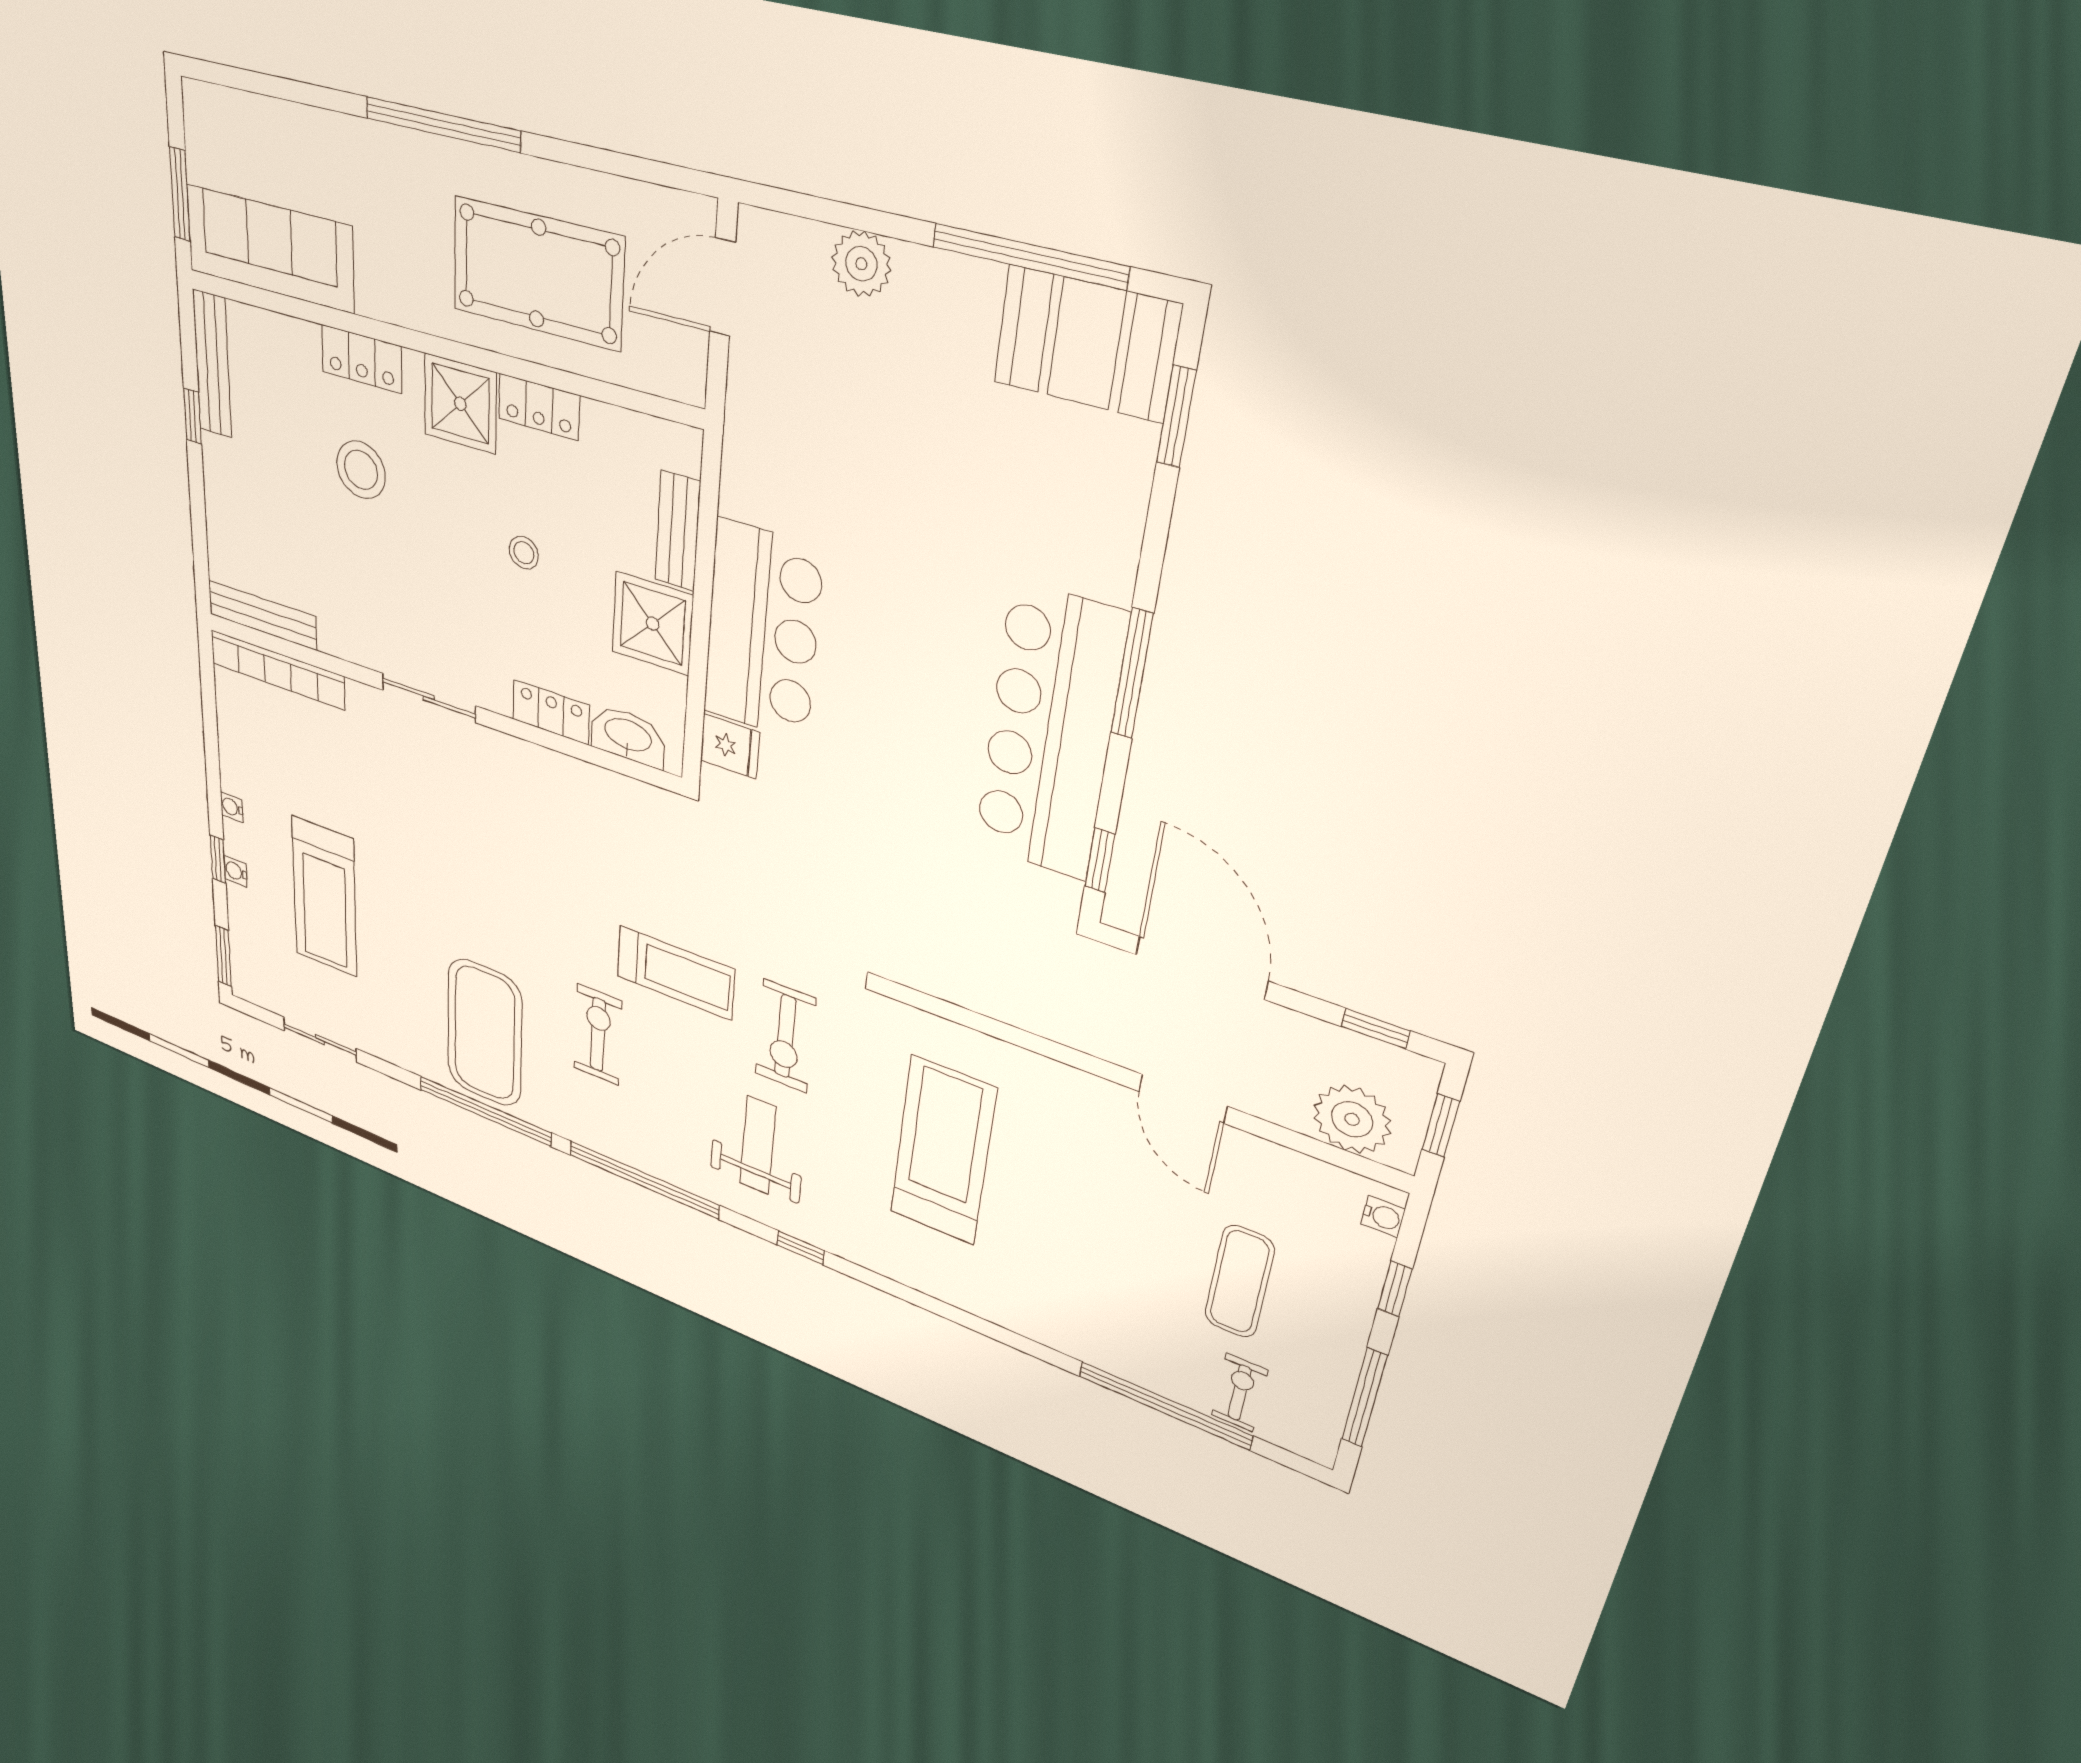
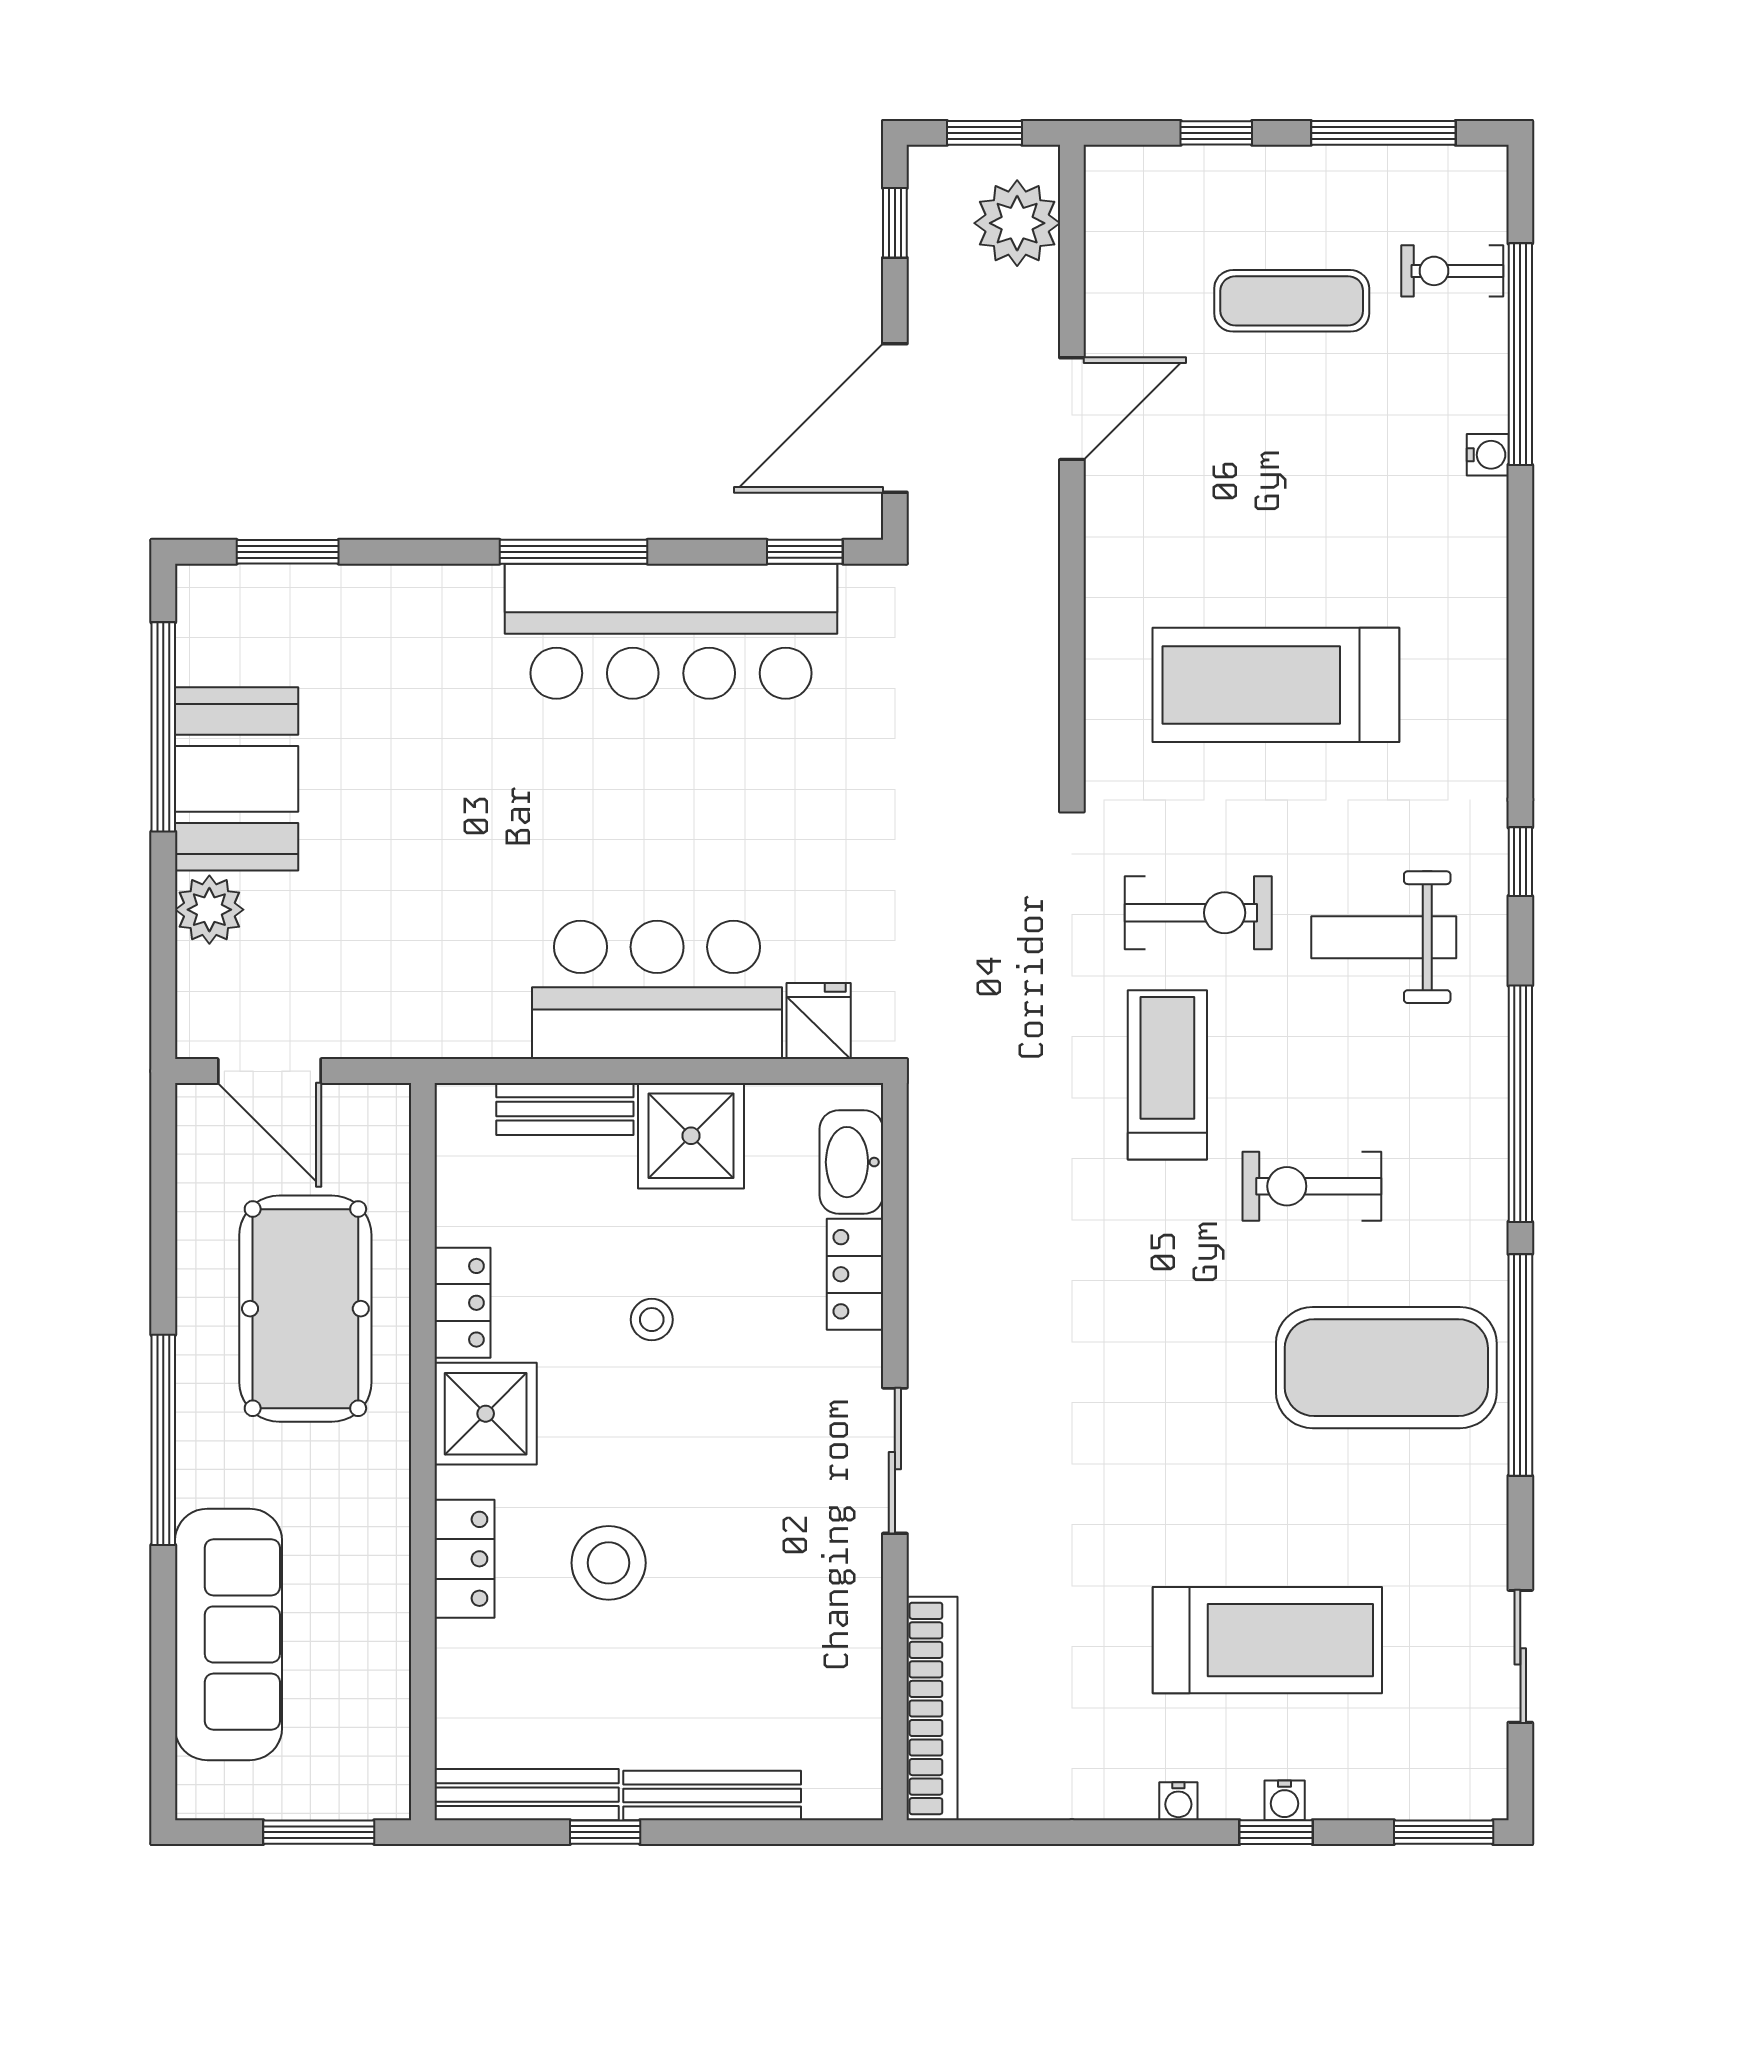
sofa: (270, 249) -> (228, 1634), moved, turned 180
booth: (1086, 344) -> (237, 779), moved
bench: (263, 615) -> (712, 1795), moved, turned 90
water cooler: (1383, 1216) -> (1488, 455), moved, turned 90

